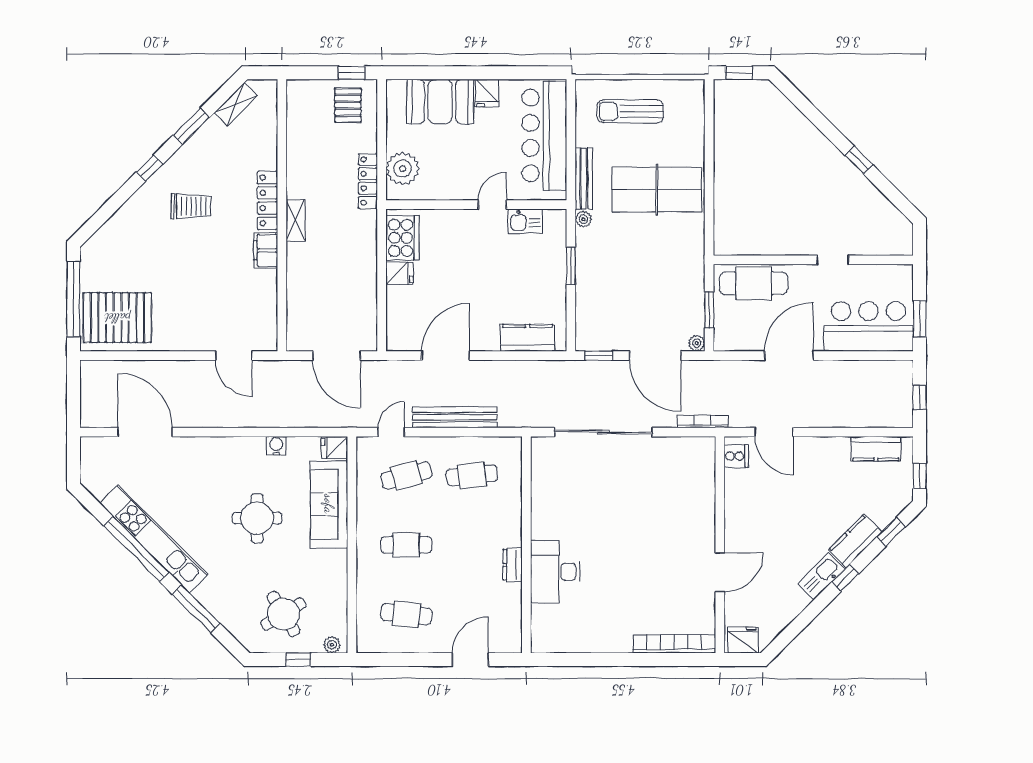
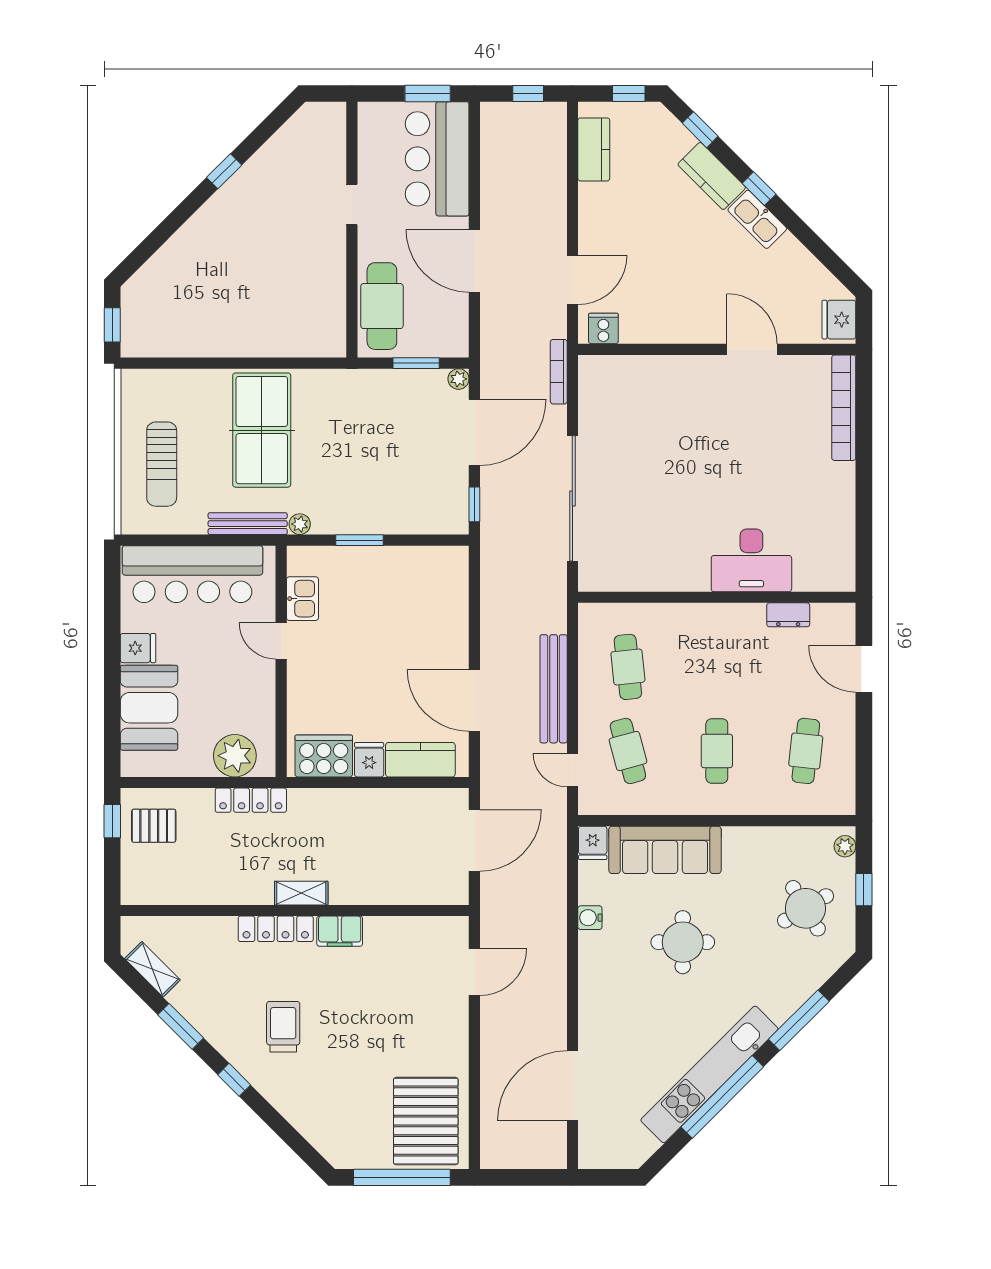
kitchen counter: (528, 338) -> (420, 760), moved, turned 90
dresser: (513, 565) -> (788, 615), moved

